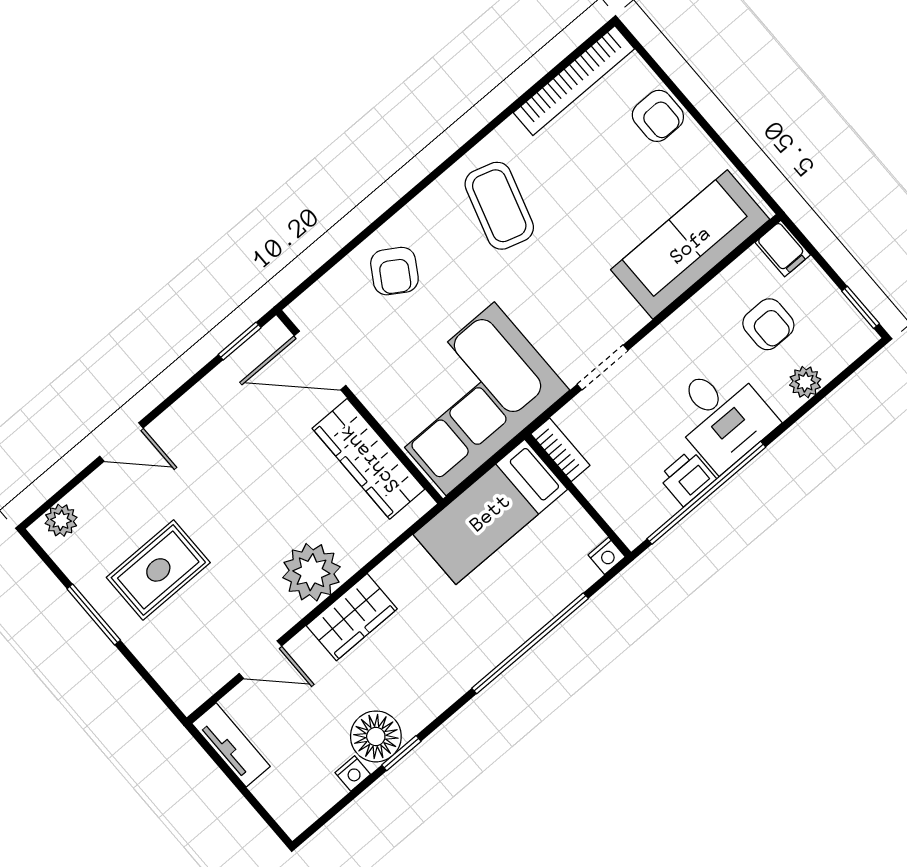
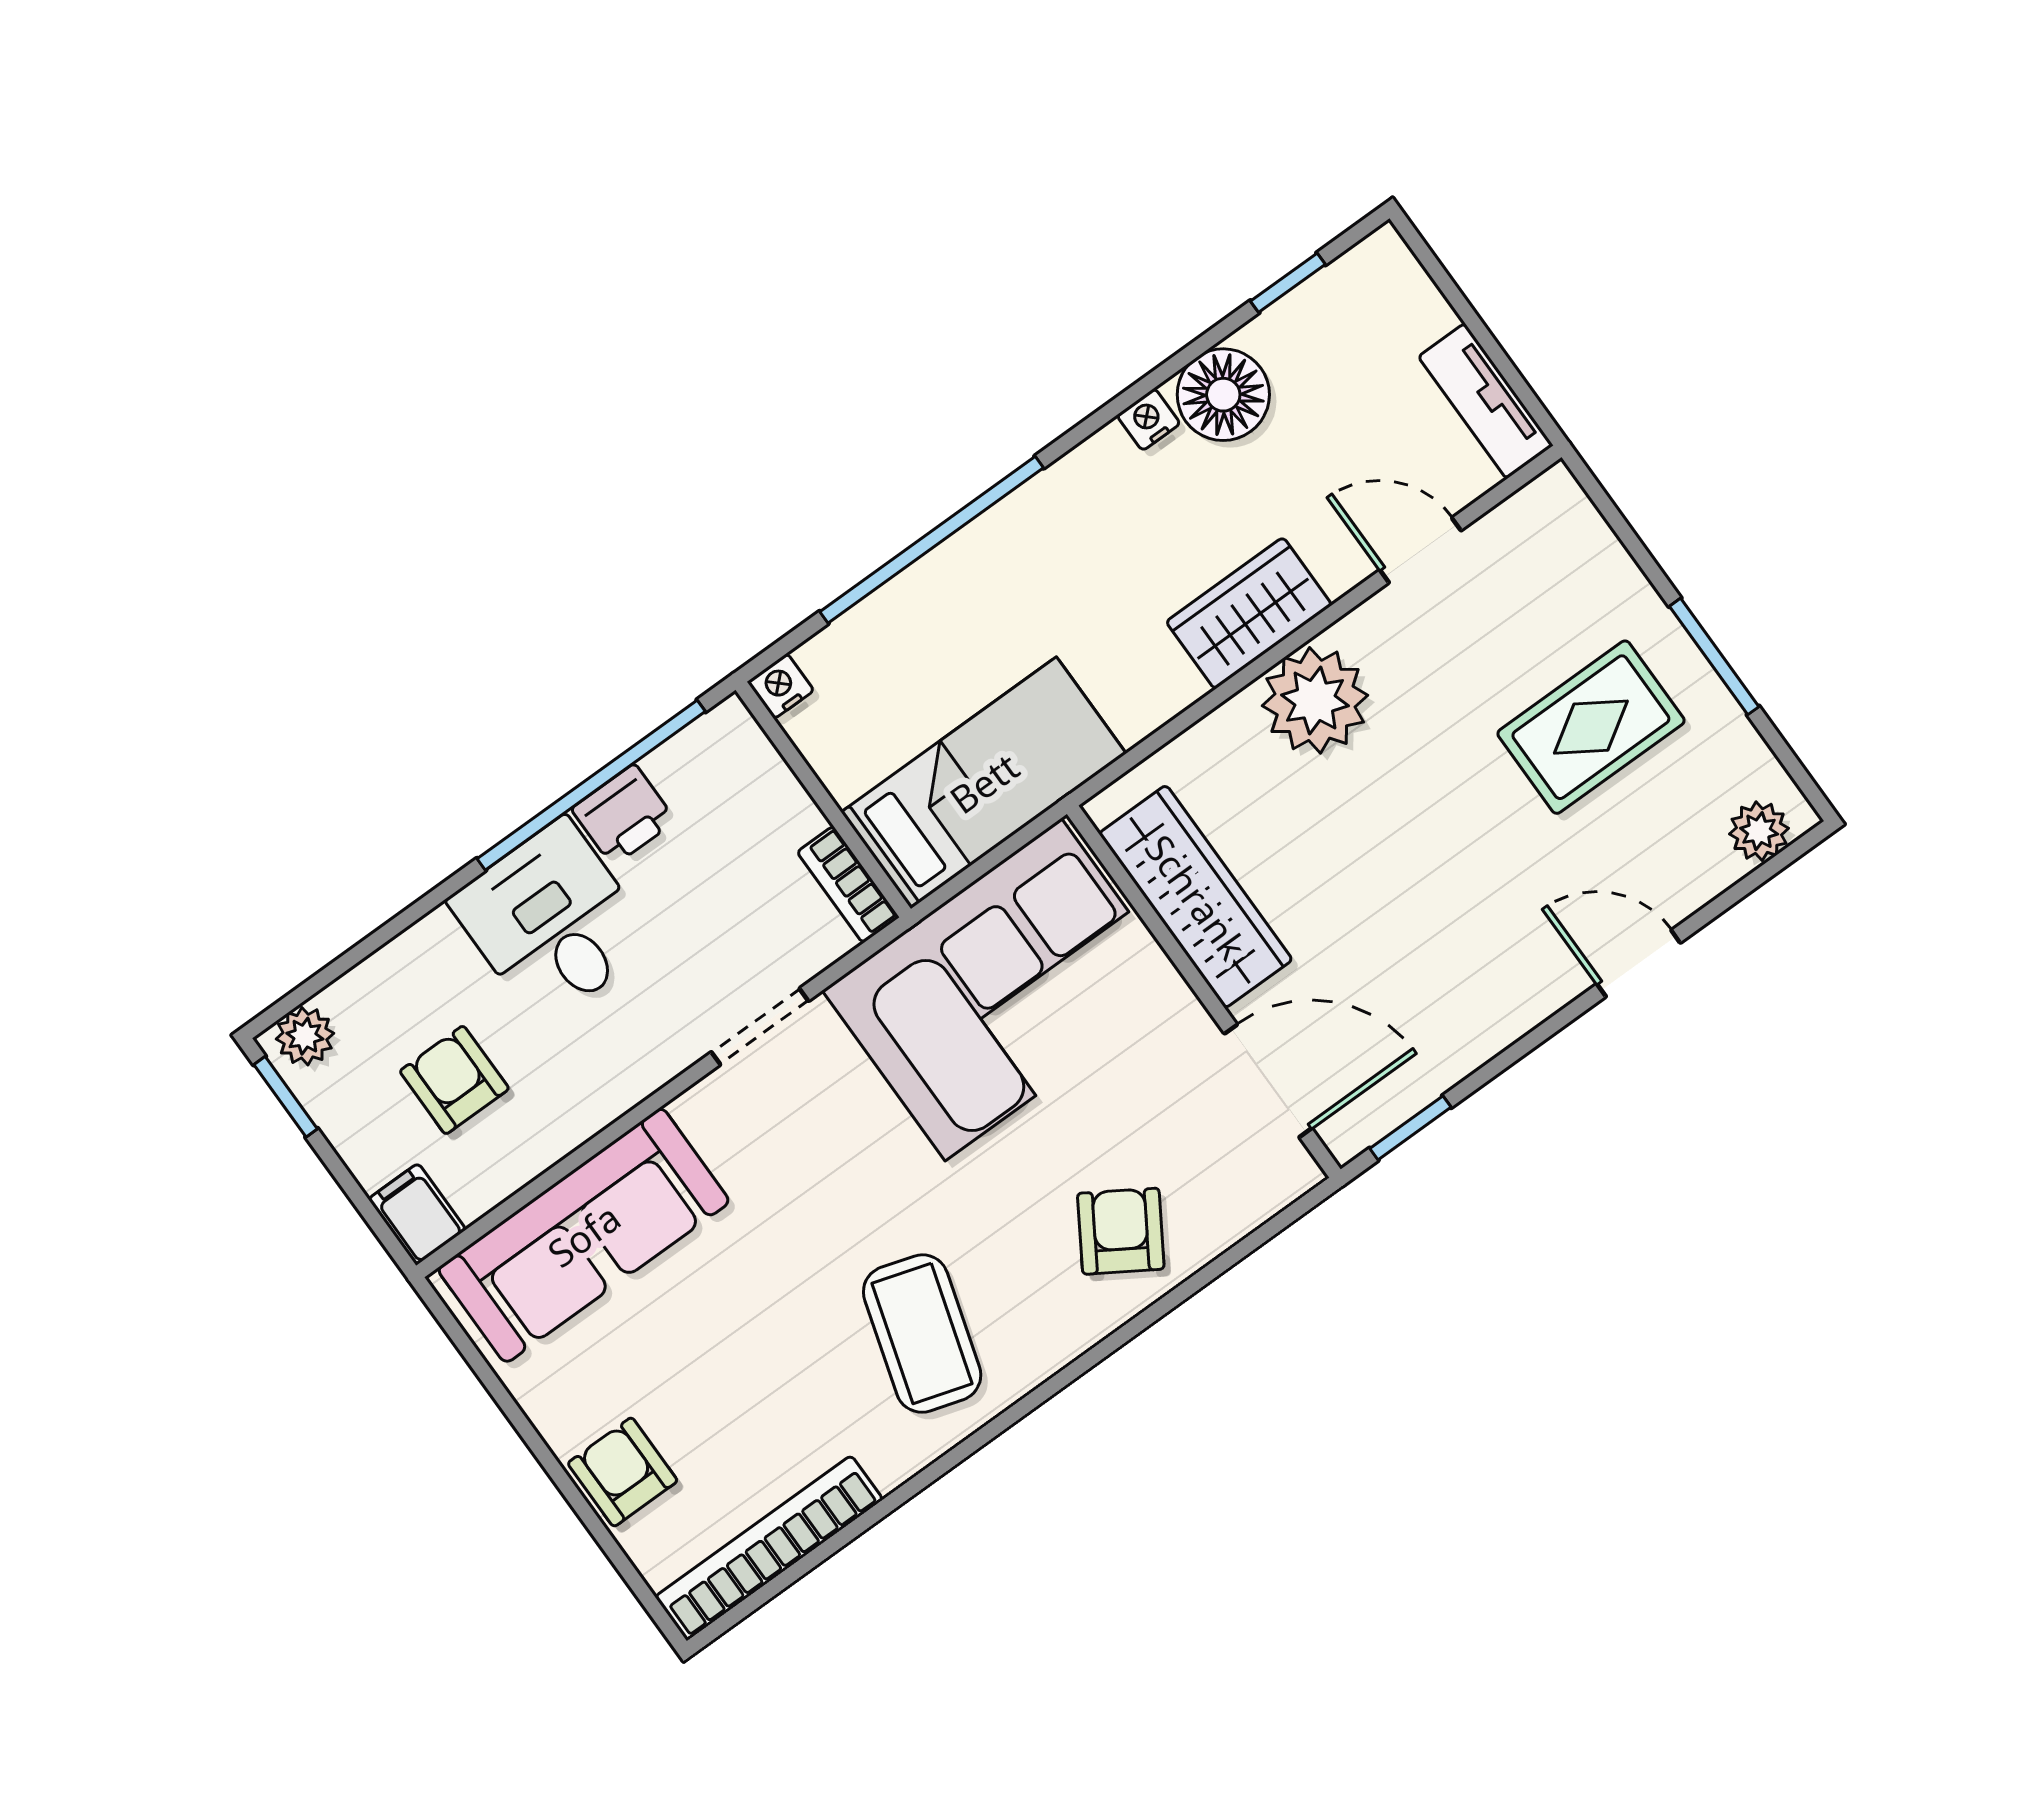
plant: (805, 382) -> (305, 1036), moved
window: (401, 753) -> (1288, 283), moved
nightstand: (353, 773) -> (1148, 419), moved

